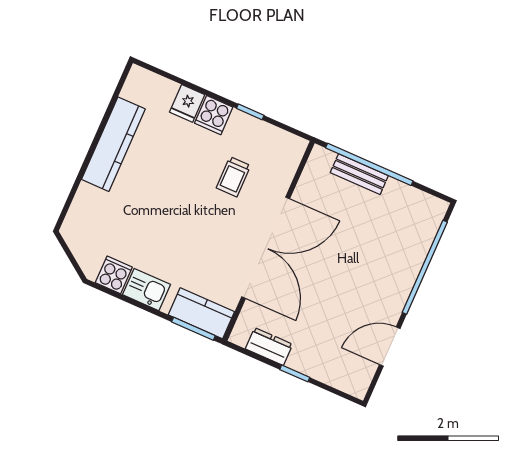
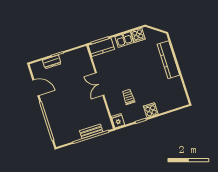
fridge: (187, 103) -> (118, 121), moved
kitchen counter: (113, 144) -> (168, 60), moved
double door: (266, 248) -> (100, 84), width x0.54
dresser: (269, 347) -> (52, 62), moved
door: (390, 347) -> (36, 88), hinge flipped

